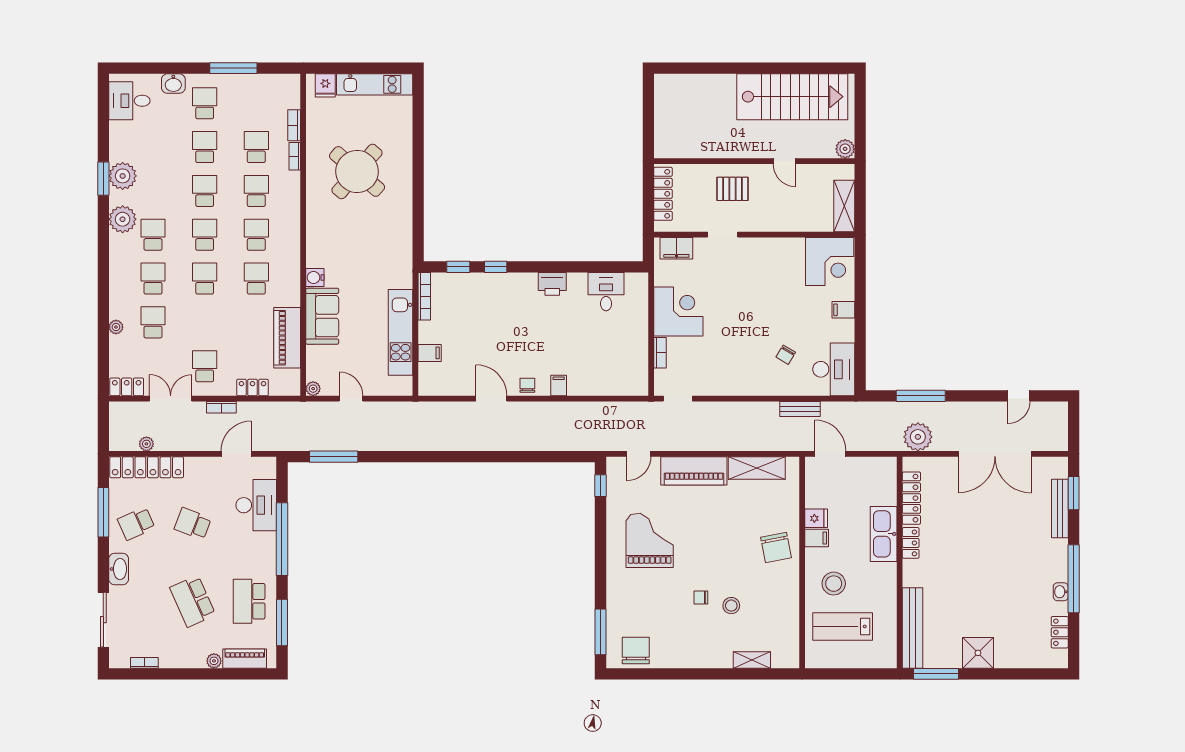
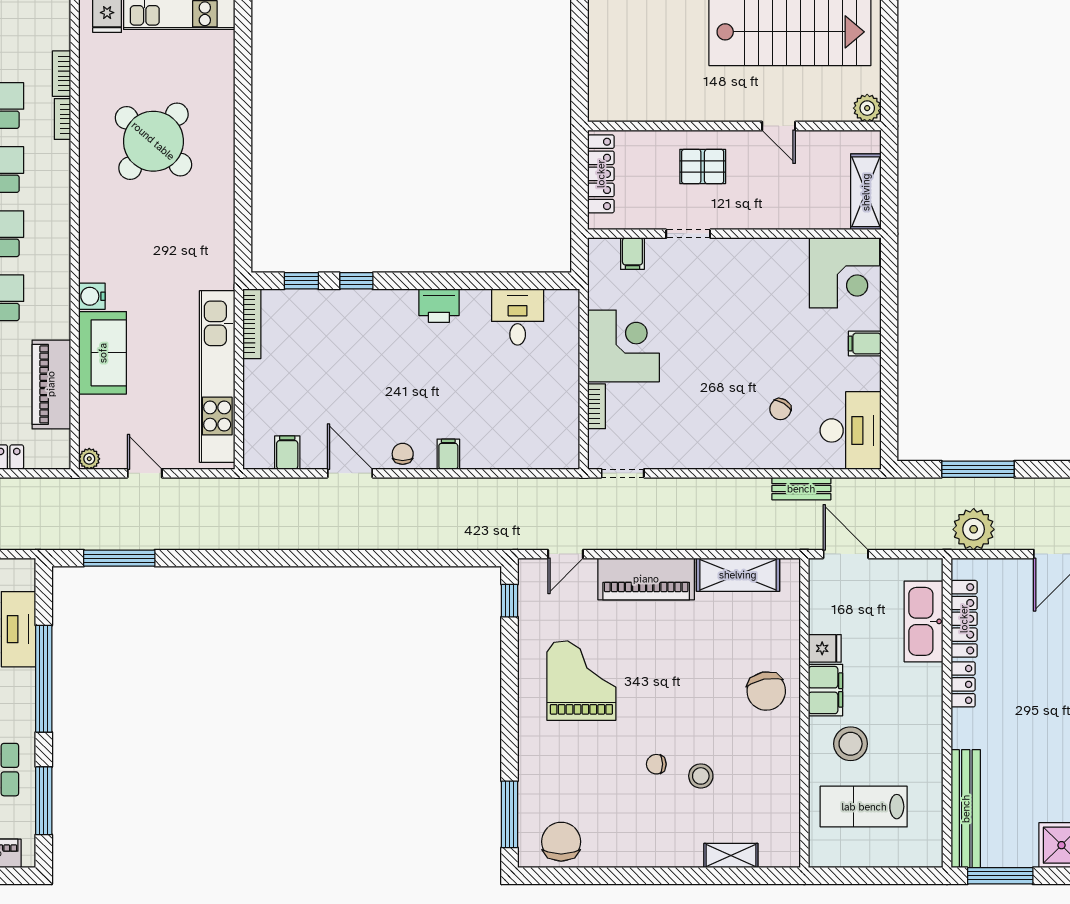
filing cabinet: (676, 248) -> (632, 254), width x0.50
kitchen unit: (401, 332) -> (217, 377), width x1.36
filing cabinet: (430, 353) -> (287, 453), moved, turned -90
kitchen sink: (884, 534) -> (924, 621), moved
filing cabinet: (817, 538) -> (826, 690), width x2.00

